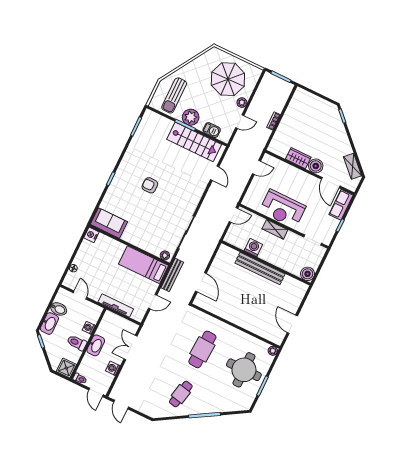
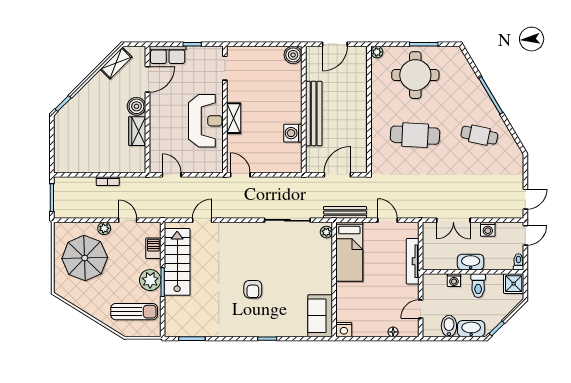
washing machine: (253, 248) -> (293, 133), moved
wall: (266, 263) -> (304, 109), moved
bench: (260, 268) -> (314, 113), moved
boiler: (308, 274) -> (293, 55), moved

